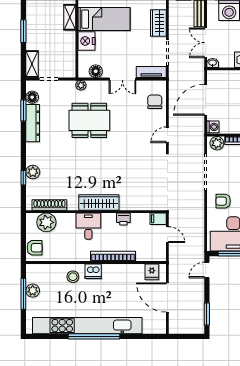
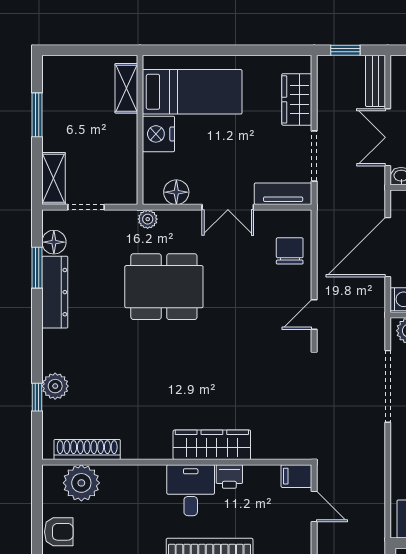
wardrobe: (99, 202) -> (212, 445), moved
desk: (88, 226) -> (191, 490), moved

